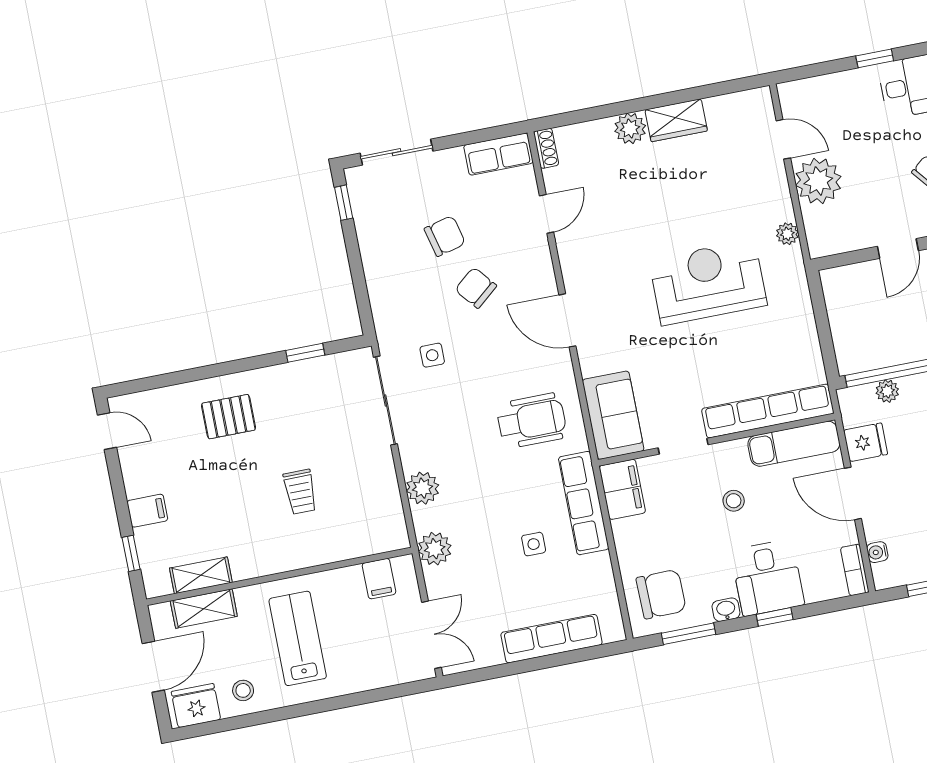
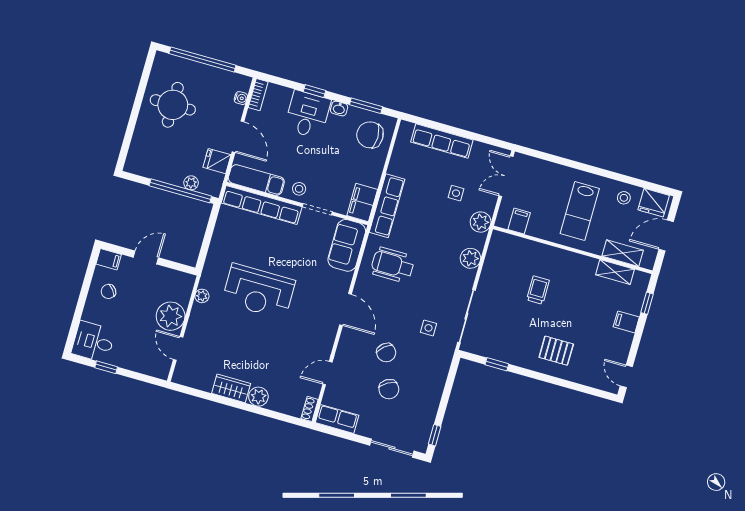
chair: (445, 236) -> (389, 389), turned -105
stool: (734, 501) -> (299, 189), moved
side table: (534, 544) -> (456, 193), moved

